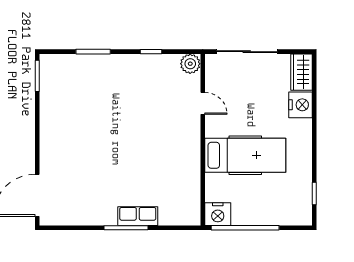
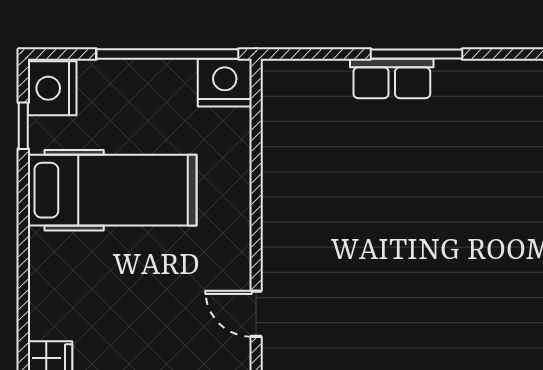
nightstand: (300, 105) -> (52, 88), moved
hospital bed: (245, 155) -> (112, 190), moved, turned 180

